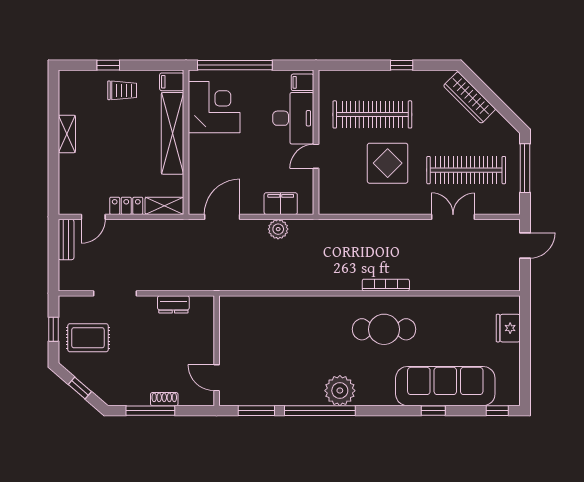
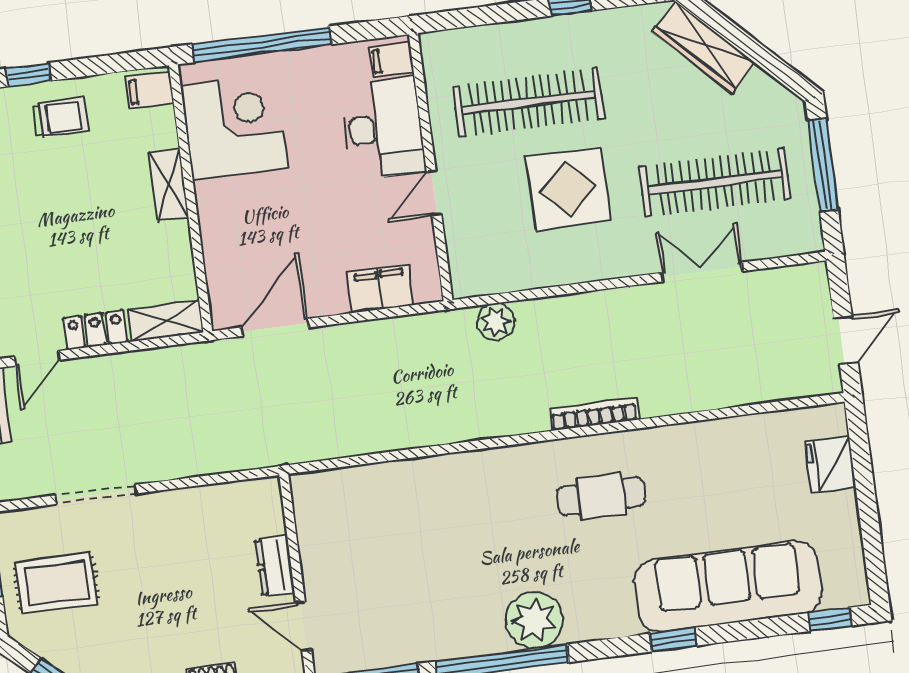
shelving: (172, 133) -> (169, 184), width x0.45, depth x0.75
plant: (278, 229) -> (496, 322), moved
door: (525, 245) -> (846, 340), moved
dresser: (173, 304) -> (275, 566), moved, turned 90
cafe table: (384, 329) -> (601, 496), width x0.73, depth x0.74
window: (433, 411) -> (673, 640), moved

